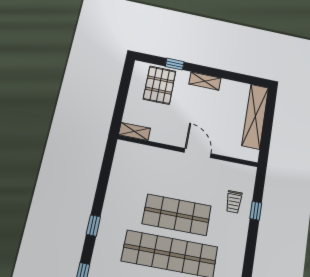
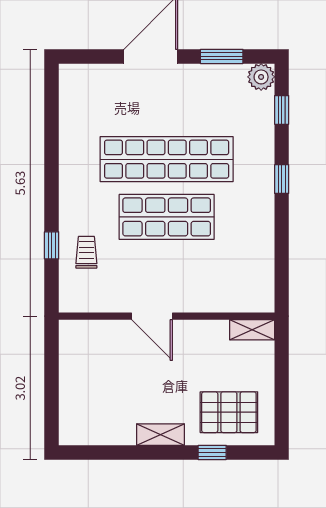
pallet: (160, 85) -> (229, 412), turned 90
shelving: (255, 116) -> (73, 393), removed

